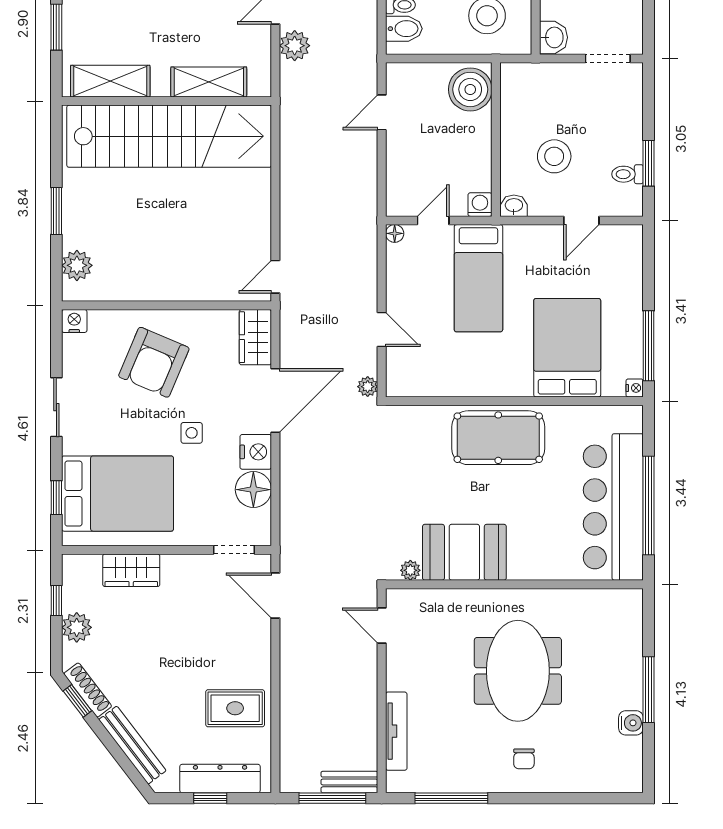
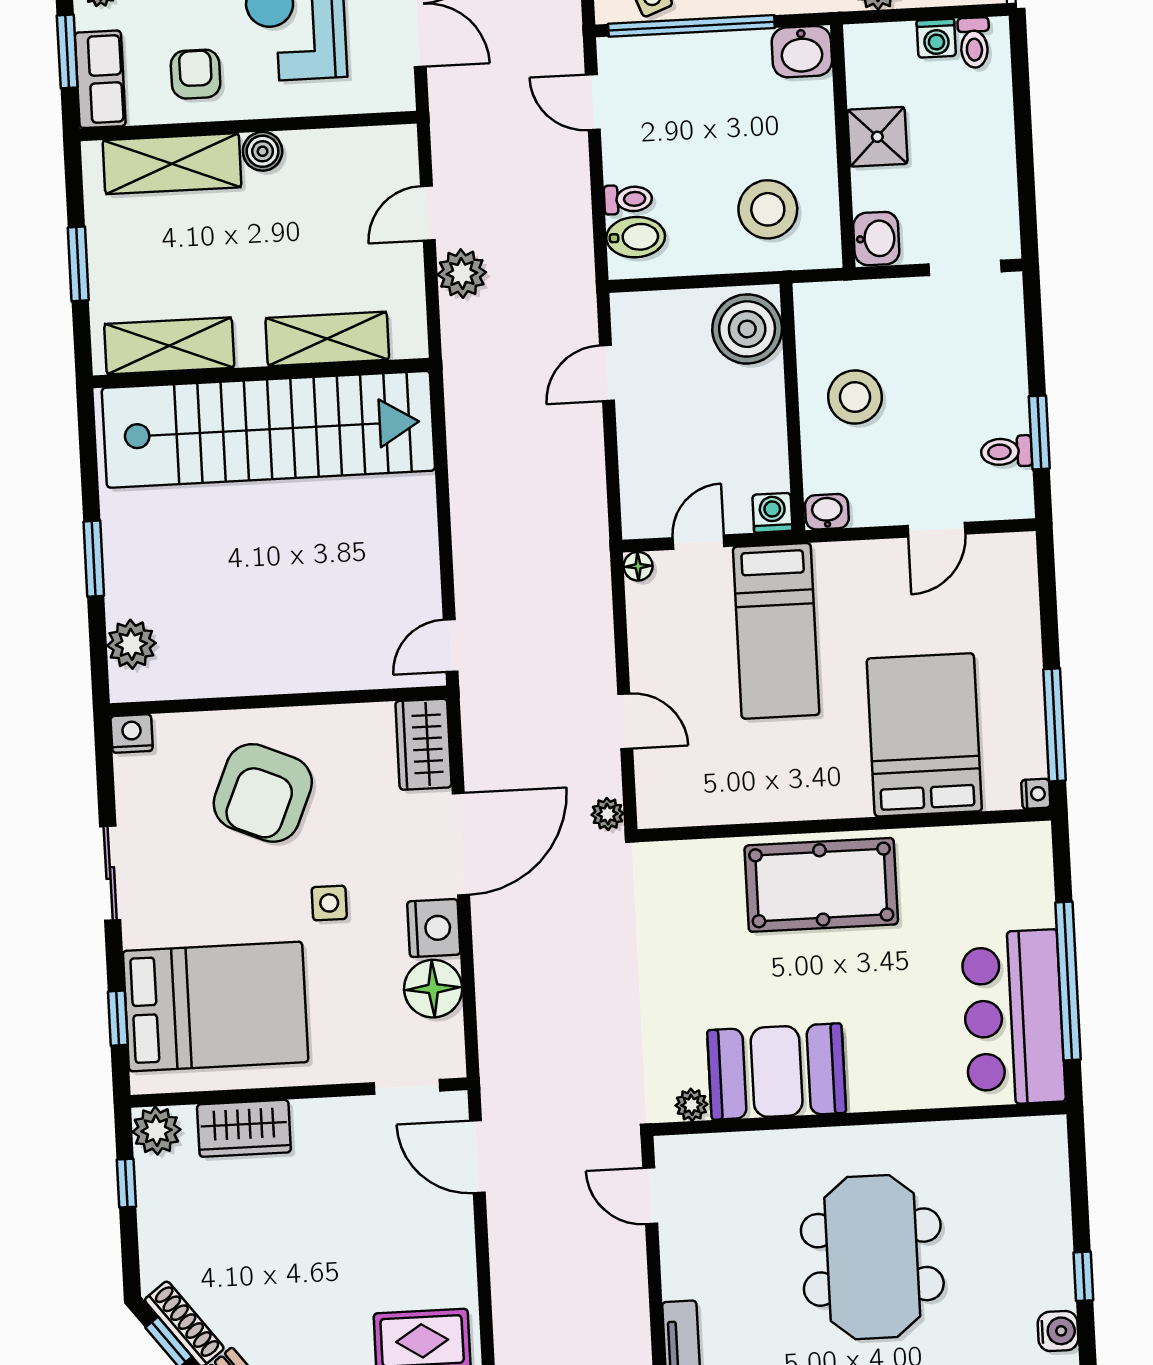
stool: (554, 156) -> (855, 397), moved
bar counter: (613, 507) -> (1013, 1018), width x0.73
plant: (77, 627) -> (156, 1131), moved
window: (649, 690) -> (1083, 1276), width x0.46

